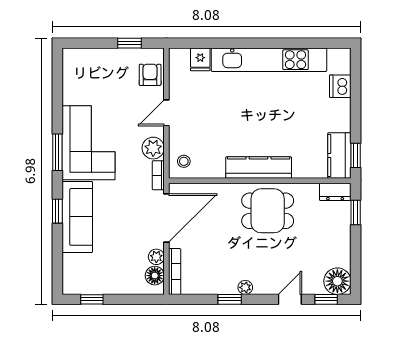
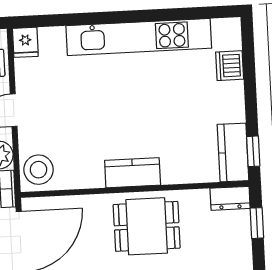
fridge: (200, 59) -> (25, 42), moved
stool: (184, 161) -> (38, 170), width x1.89, depth x1.89
kitchen counter: (259, 168) -> (133, 173), width x0.67

